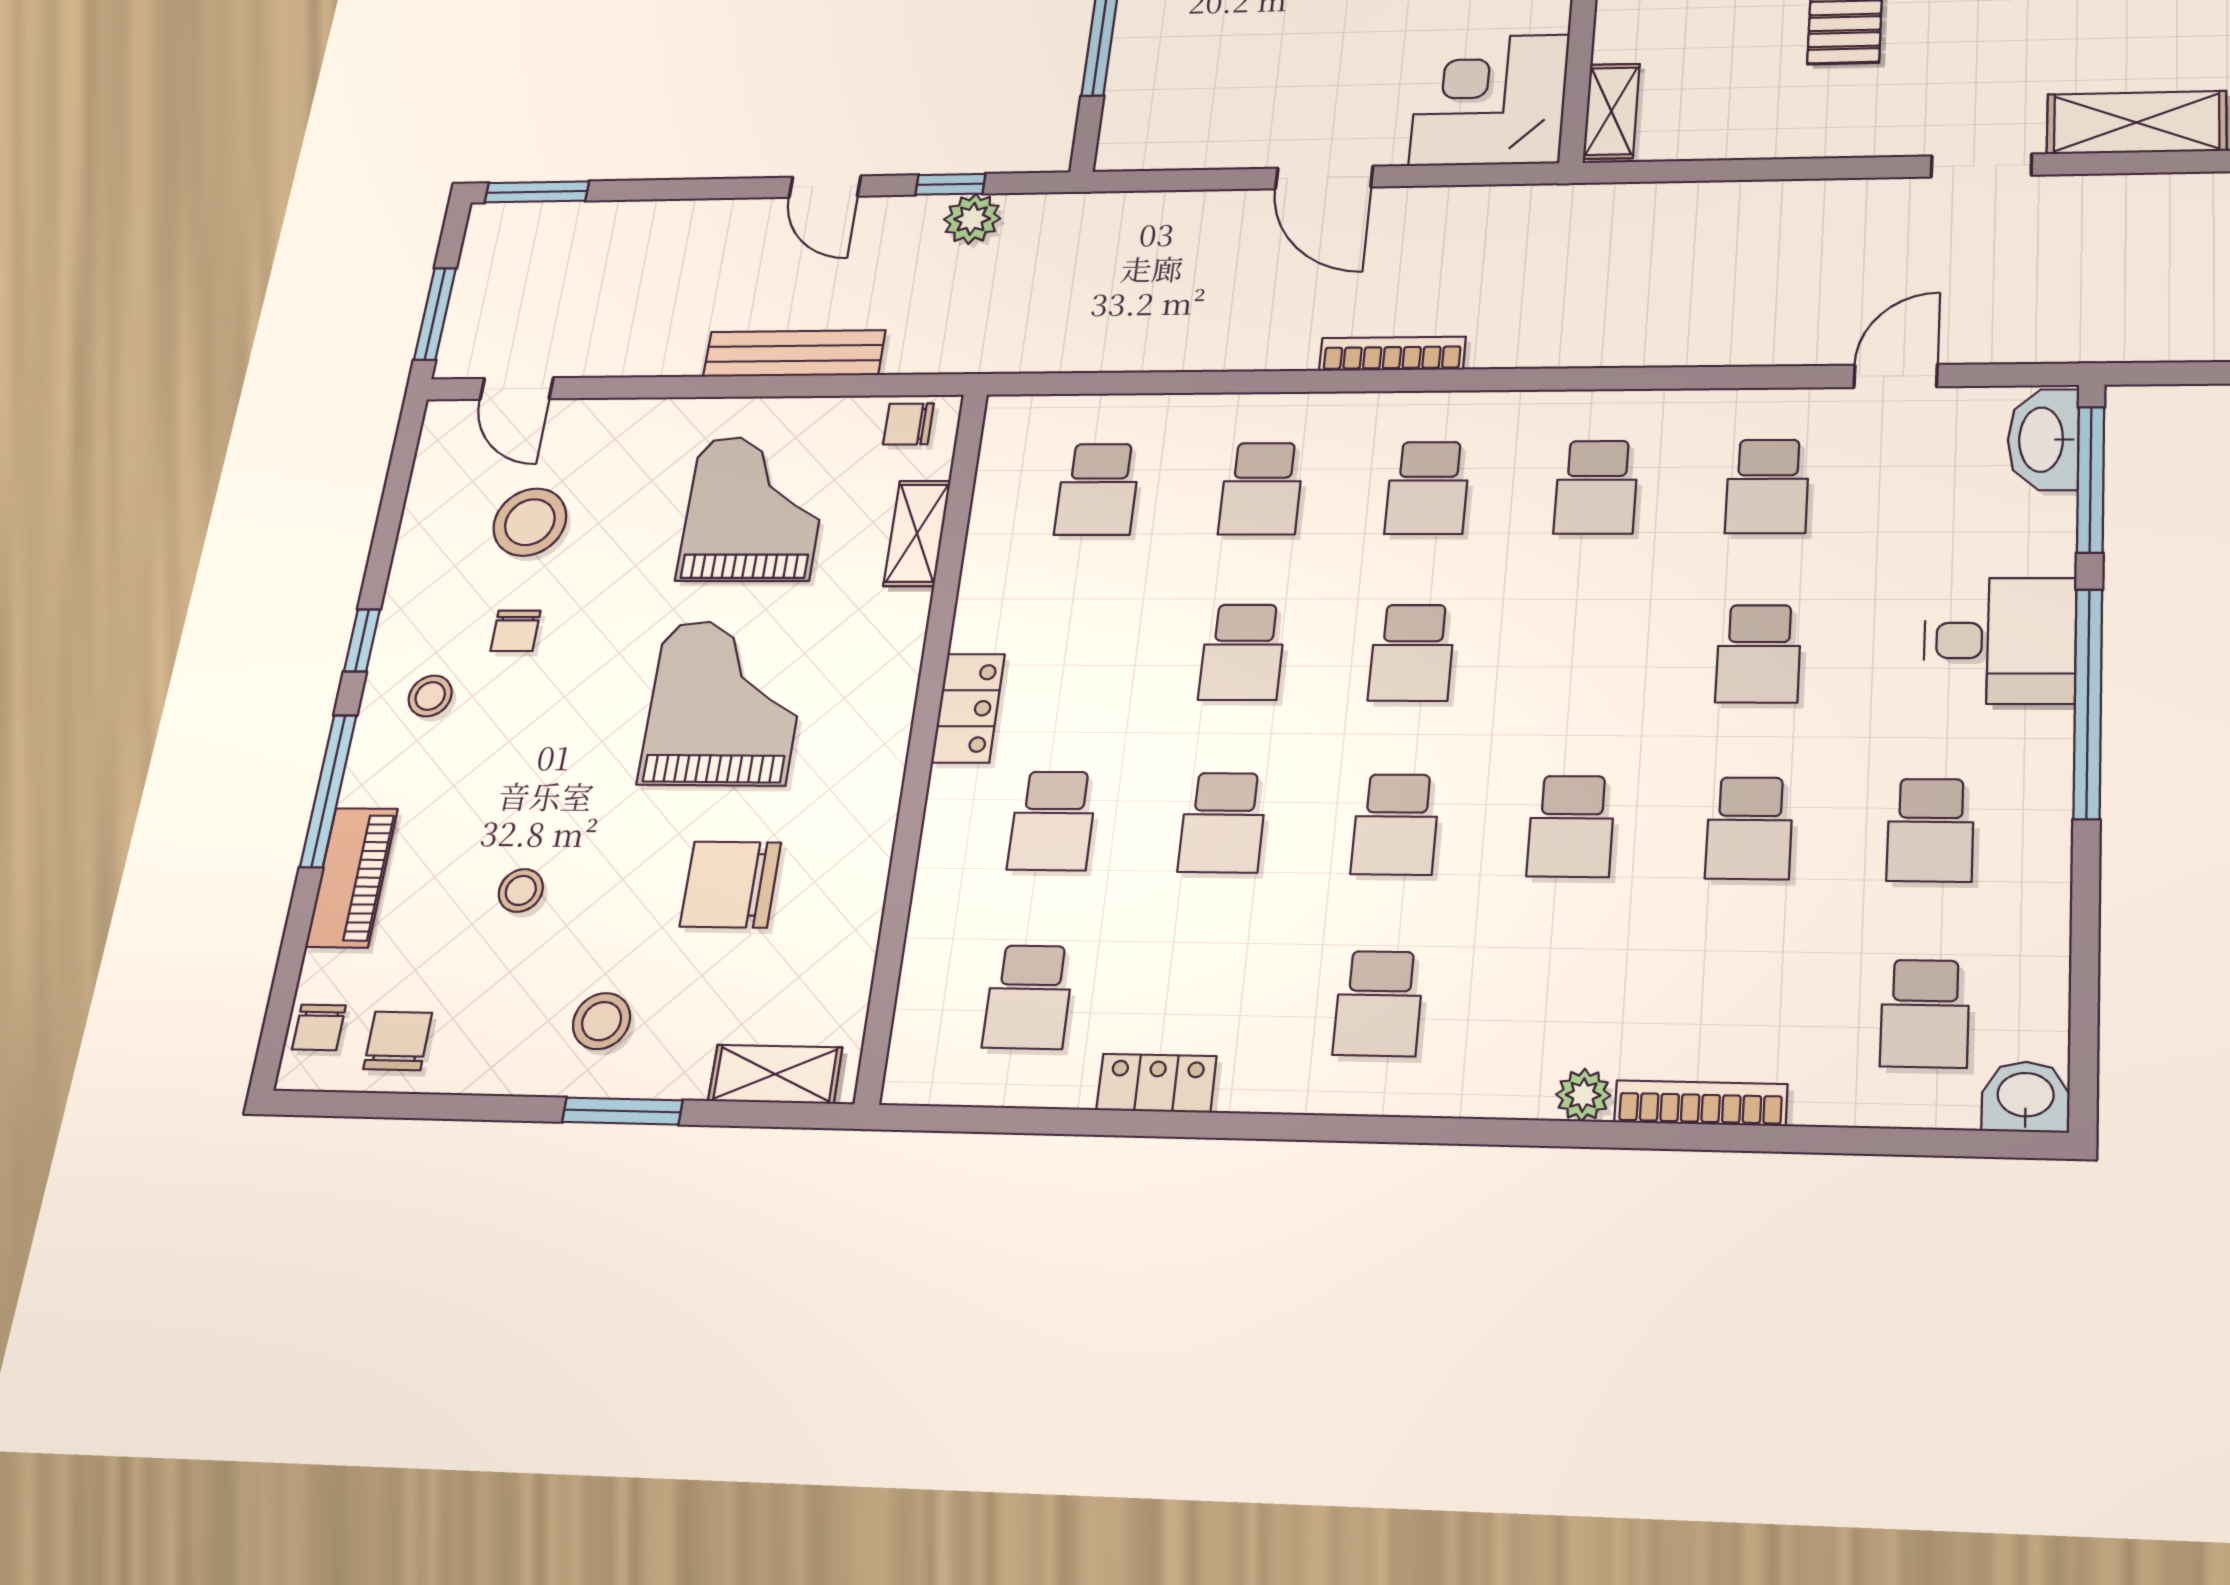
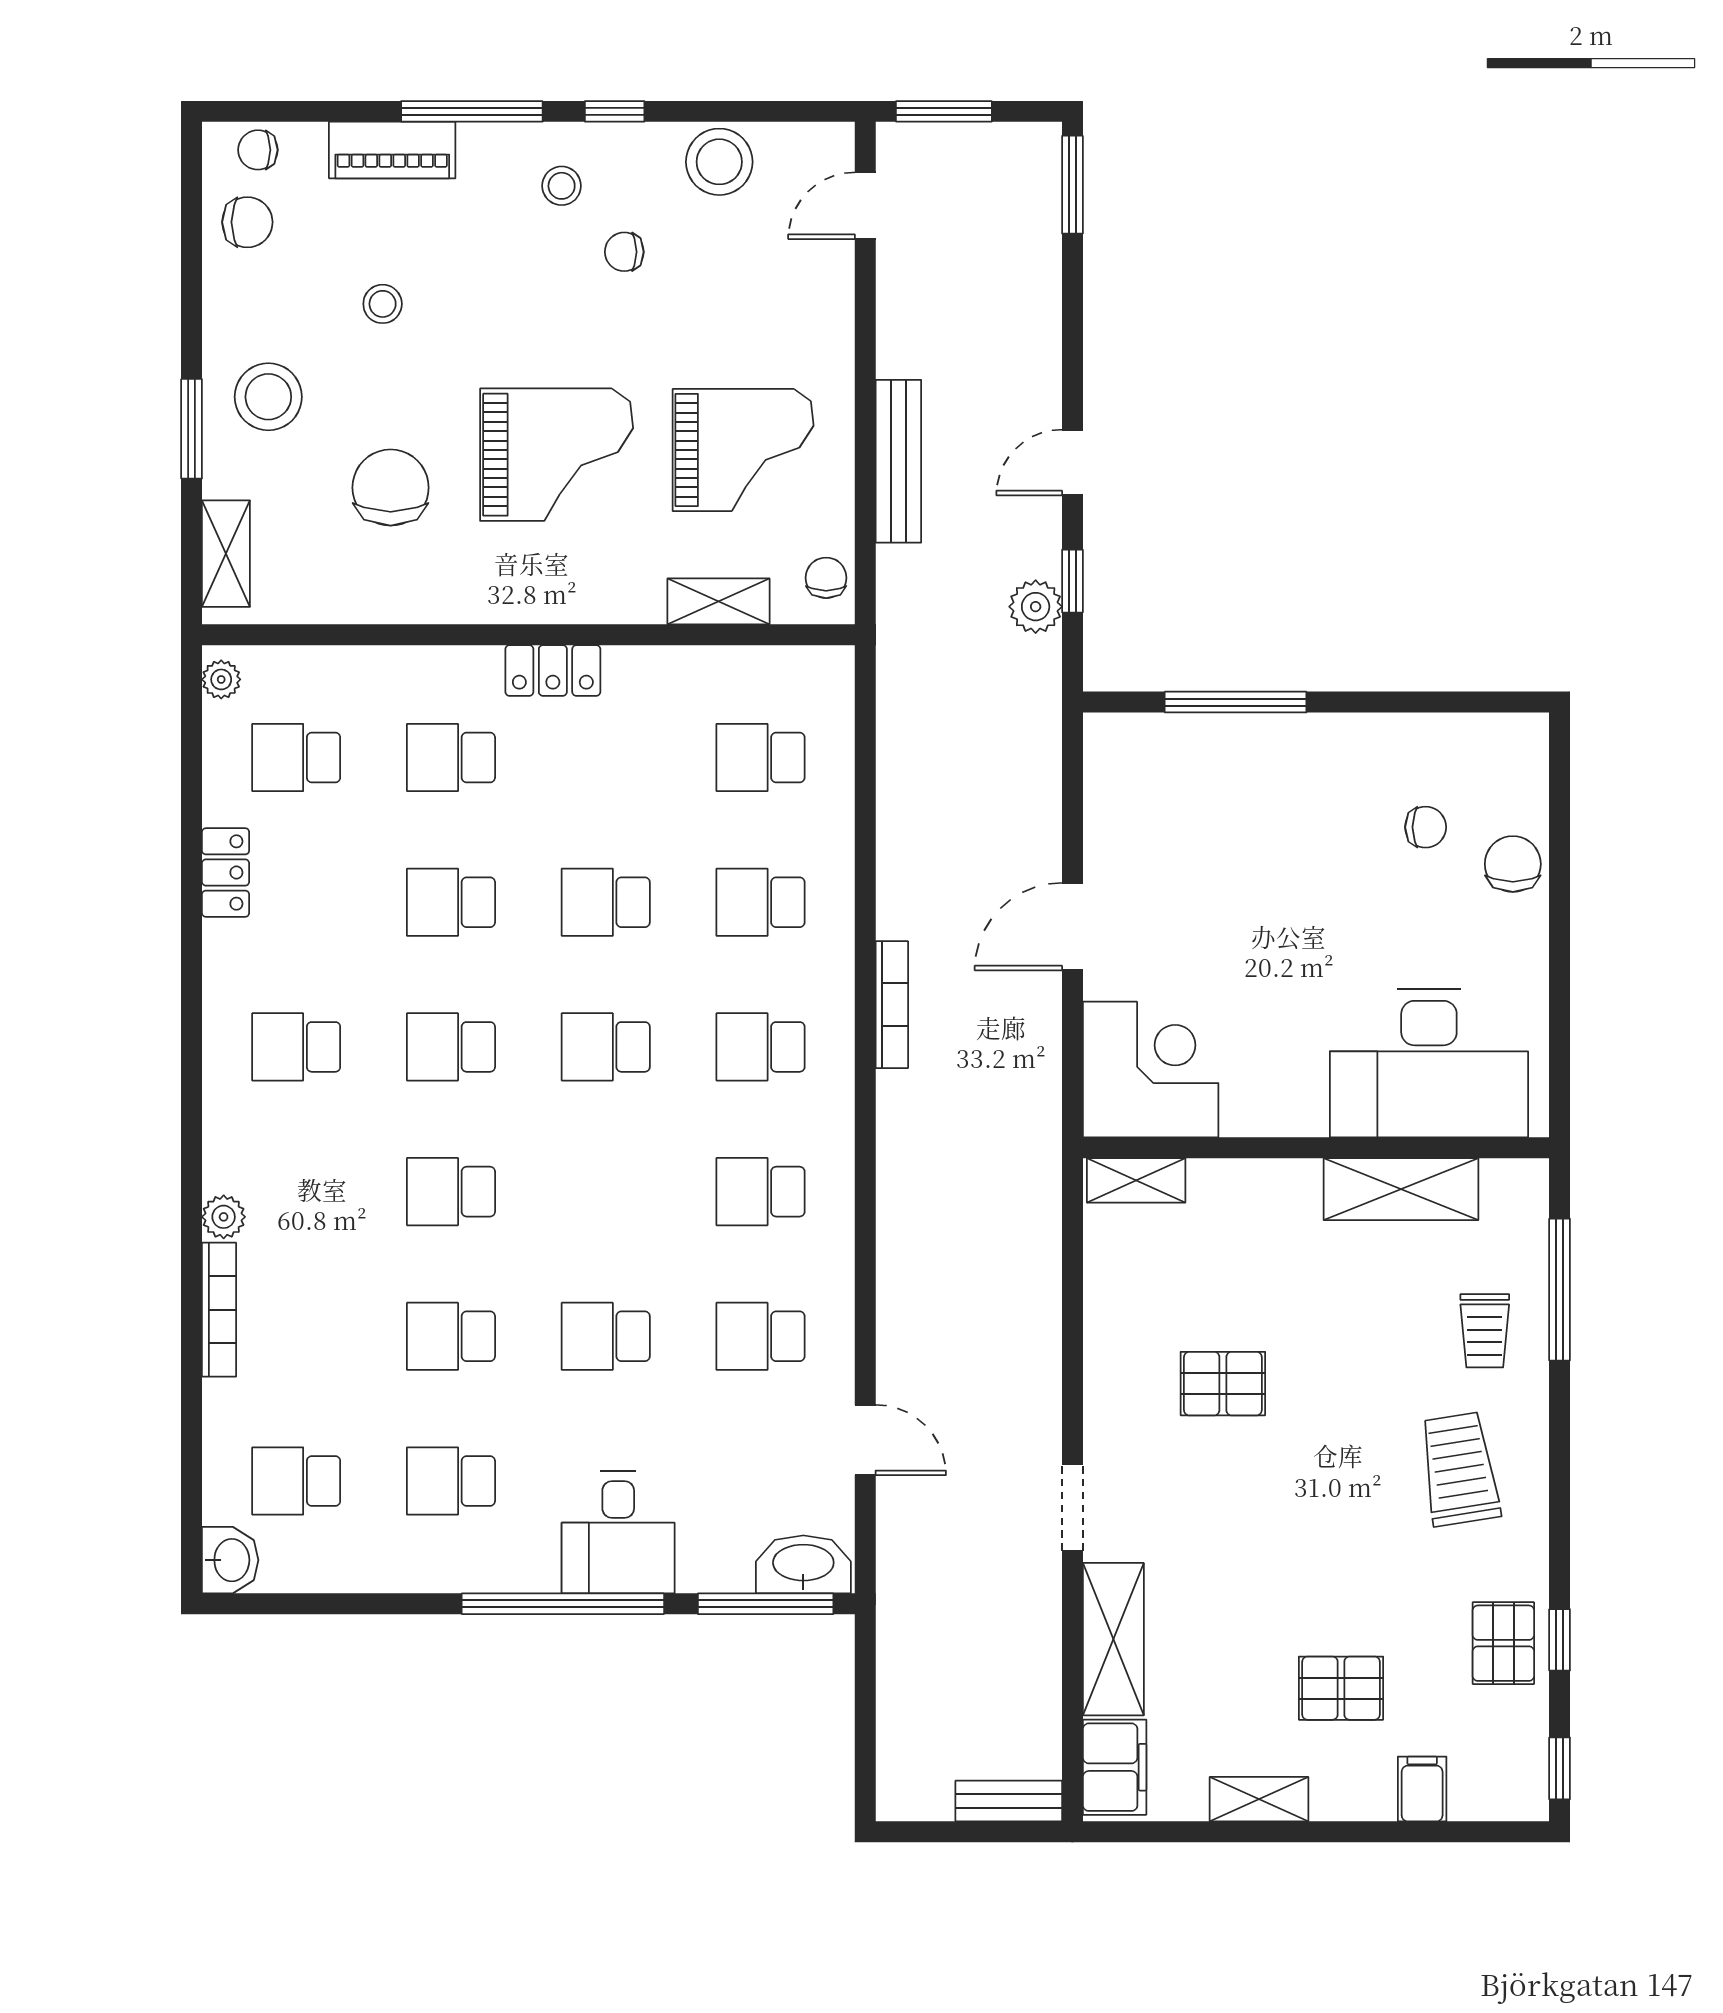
stool: (530, 522) -> (719, 162), moved
stool: (602, 1021) -> (268, 397), width x1.38, depth x1.38
plant: (923, 1083) -> (221, 679), added

